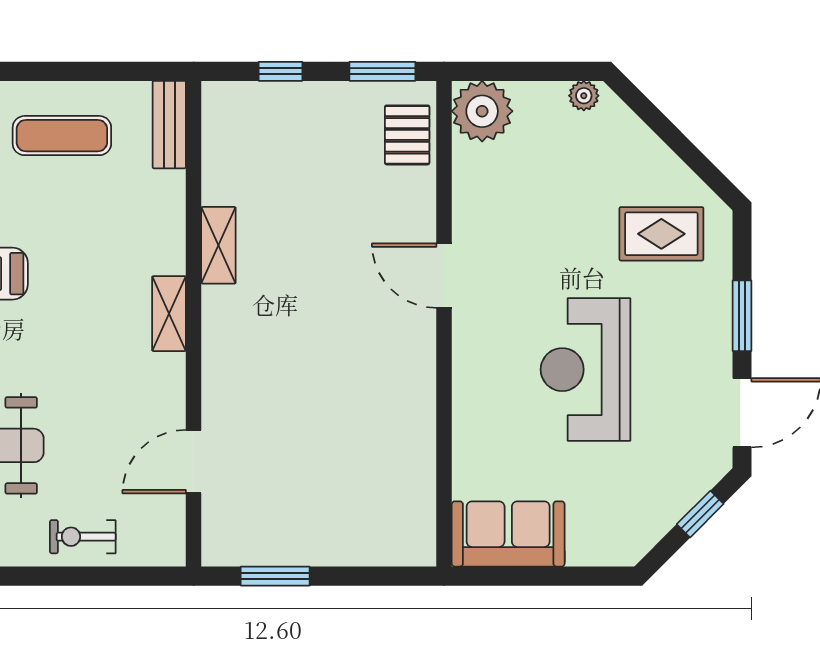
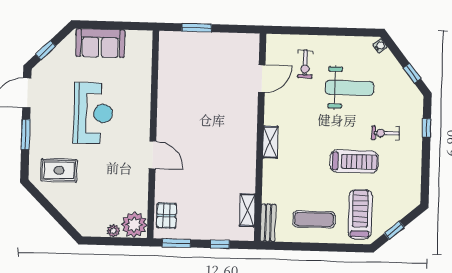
plant: (584, 96) -> (113, 231), moved
shelving: (218, 245) -> (247, 210), moved
sofa: (508, 534) -> (100, 43), moved
exercise bike: (83, 537) -> (305, 64), moved, turned 90
window: (275, 576) -> (197, 28), moved

